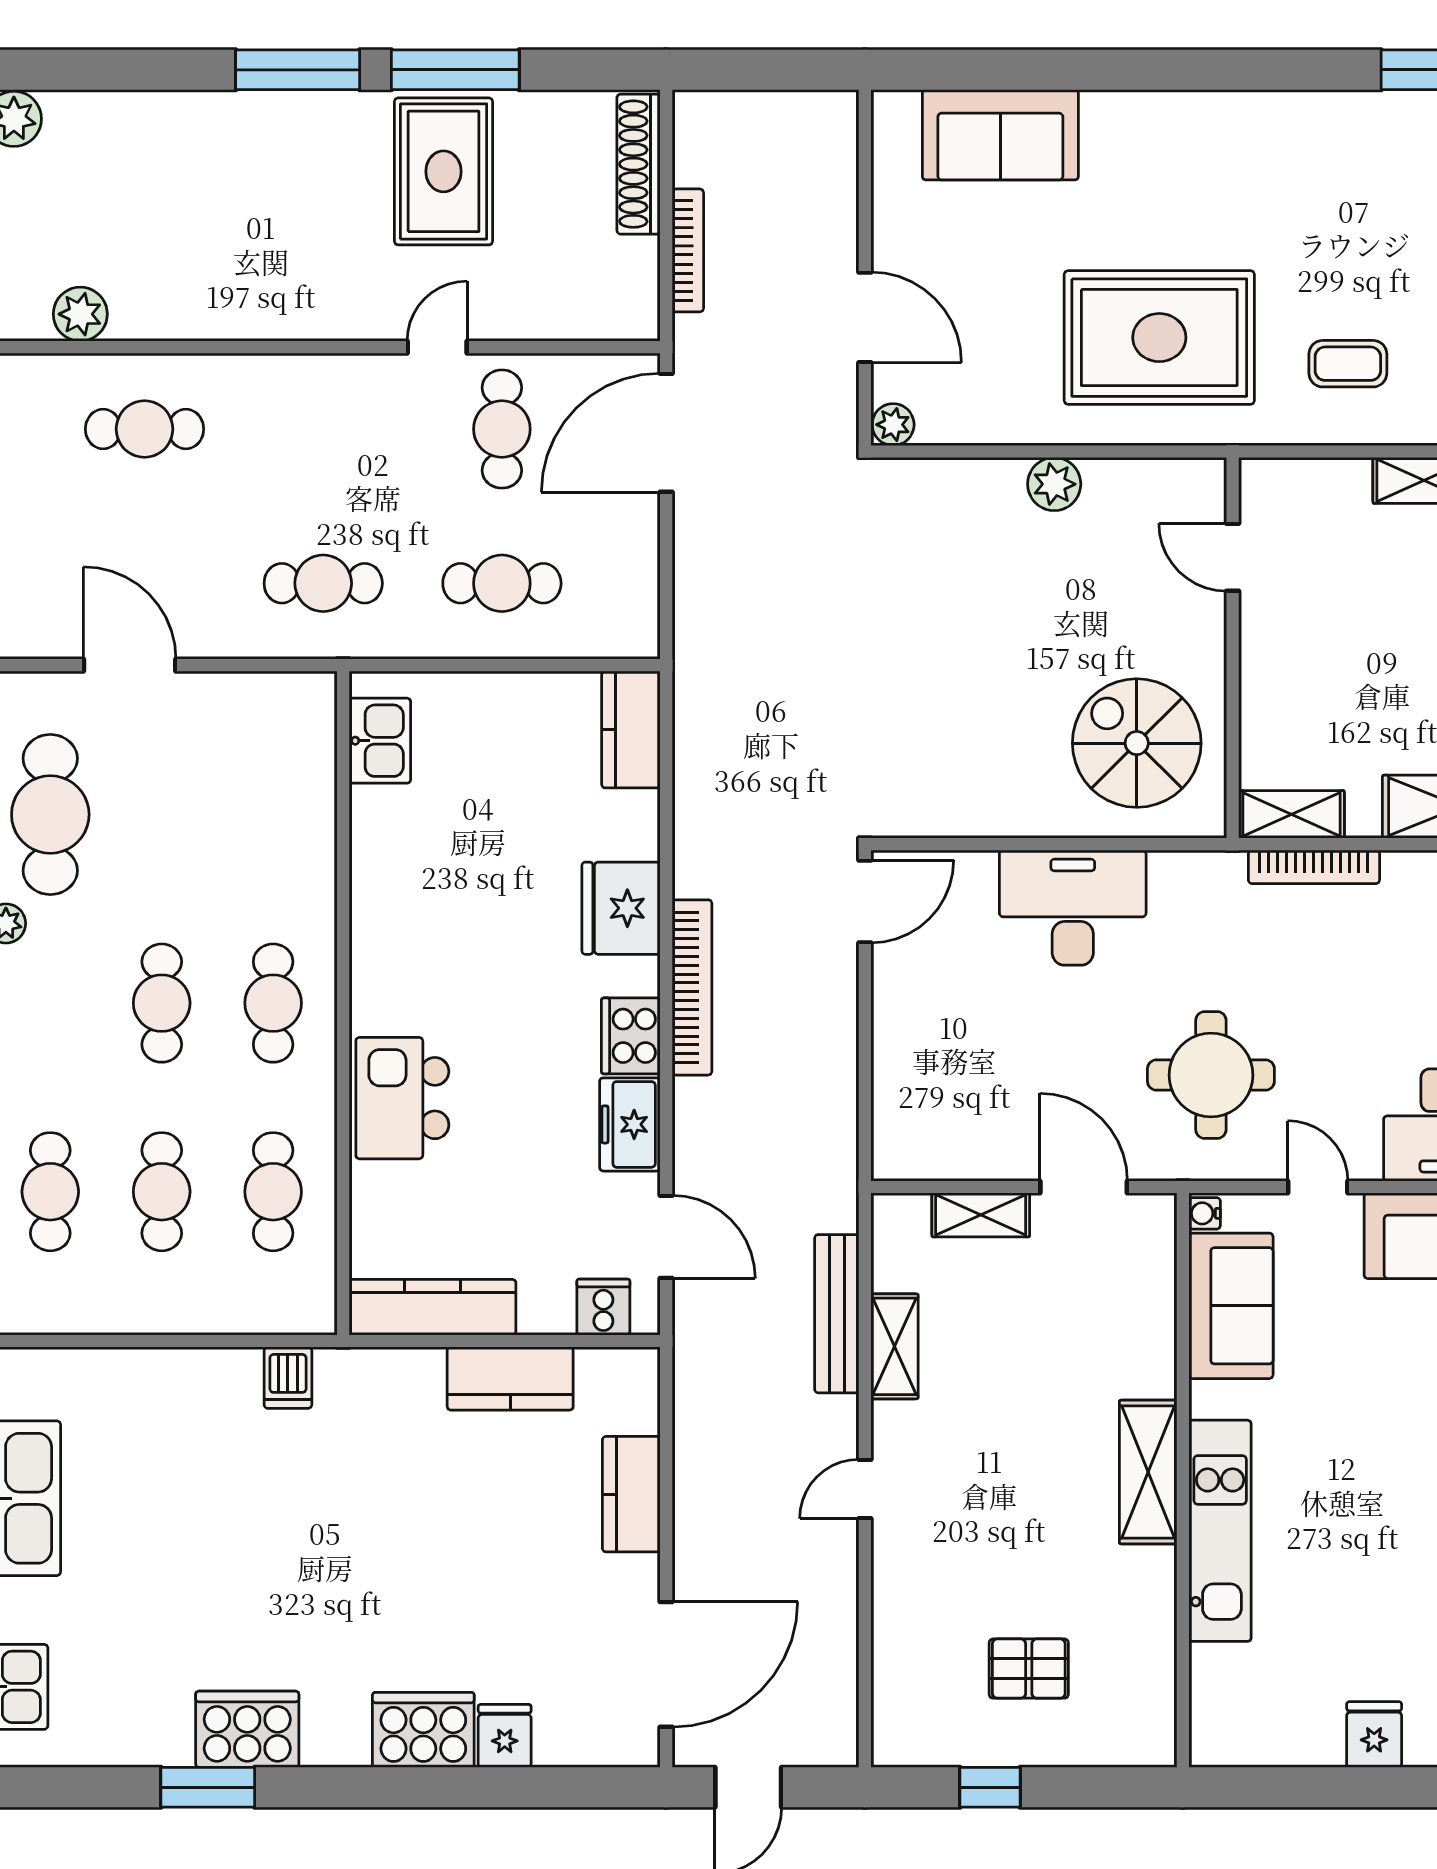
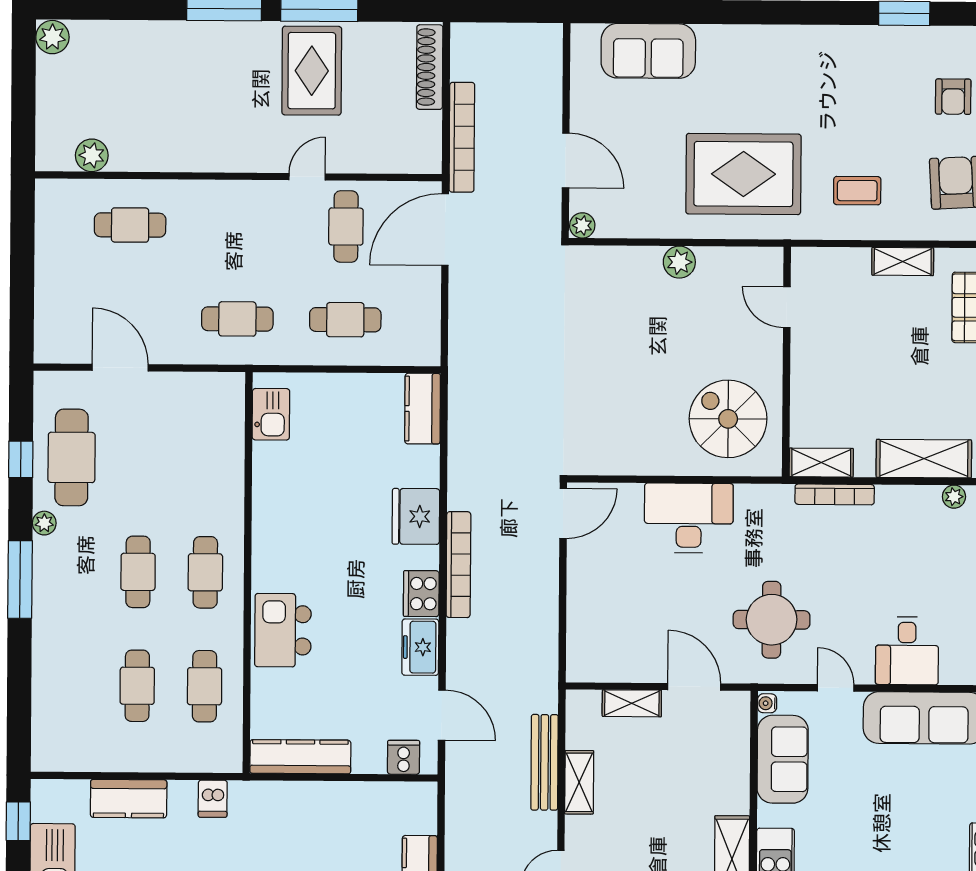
bookcase: (688, 250) -> (462, 137), width x1.48, depth x1.31
cafe table: (50, 1192) -> (70, 685), removed
kitchen counter: (510, 1379) -> (129, 799), moved

